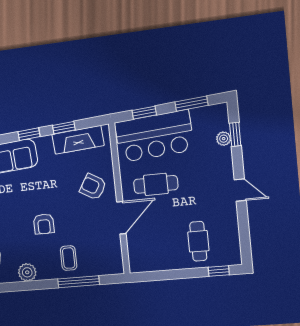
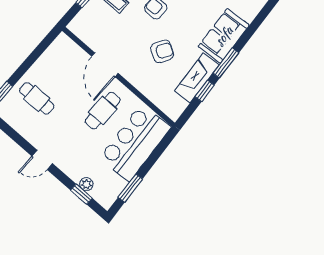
window: (144, 113) -> (157, 153), removed
window: (29, 134) -> (226, 63), width x1.50
fireplace: (78, 140) -> (197, 78), moved
armchair: (93, 187) -> (162, 51), moved

